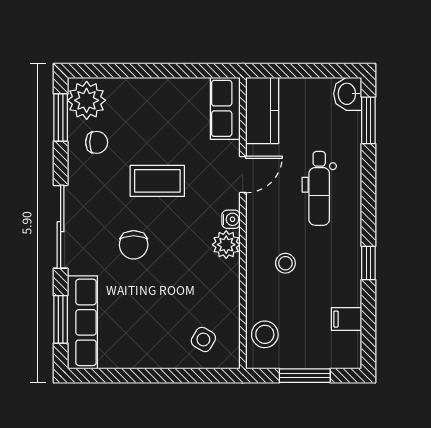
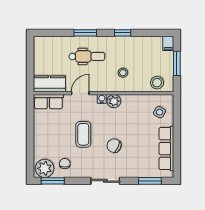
washbasin: (348, 94) -> (41, 43), removed
window: (368, 120) -> (85, 33), moved
door: (243, 174) -> (80, 93), hinge flipped
sliding door: (61, 227) -> (105, 181), width x0.73
chair: (134, 245) -> (114, 146), turned -153
filing cabinet: (347, 319) -> (168, 43), moved
row of seats: (82, 322) -> (166, 149), moved, turned -90

